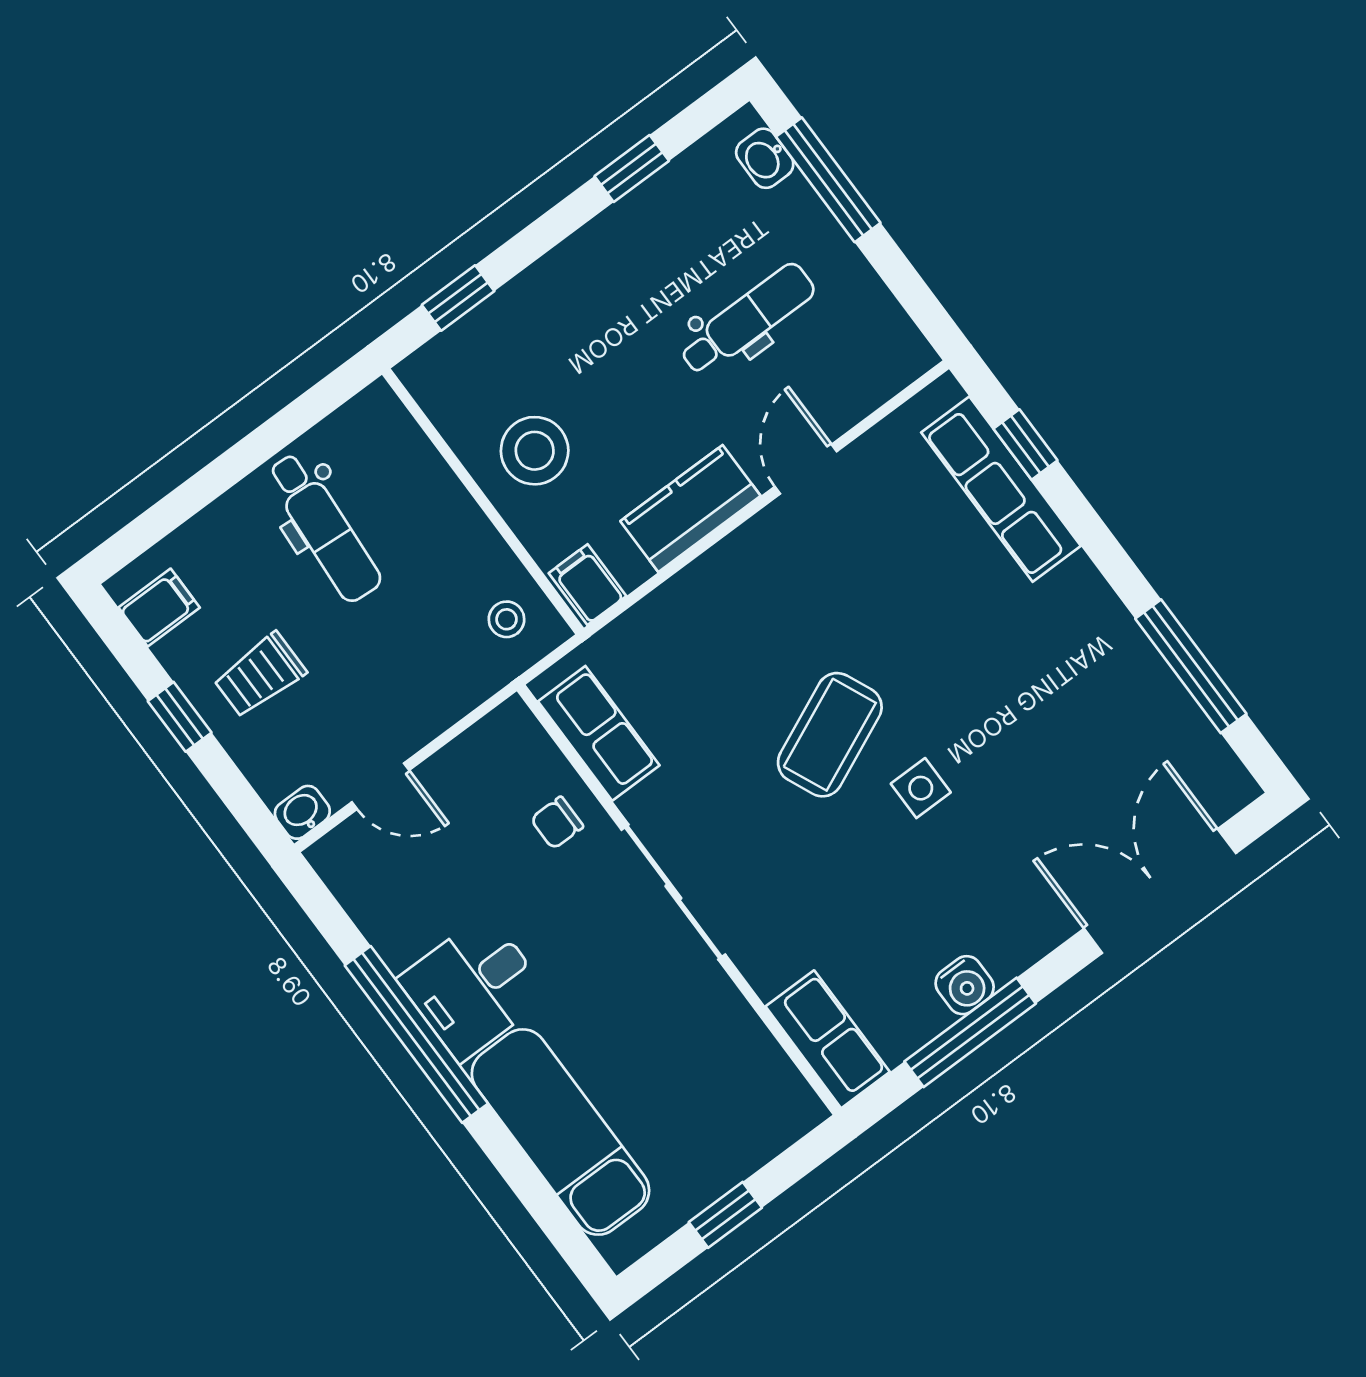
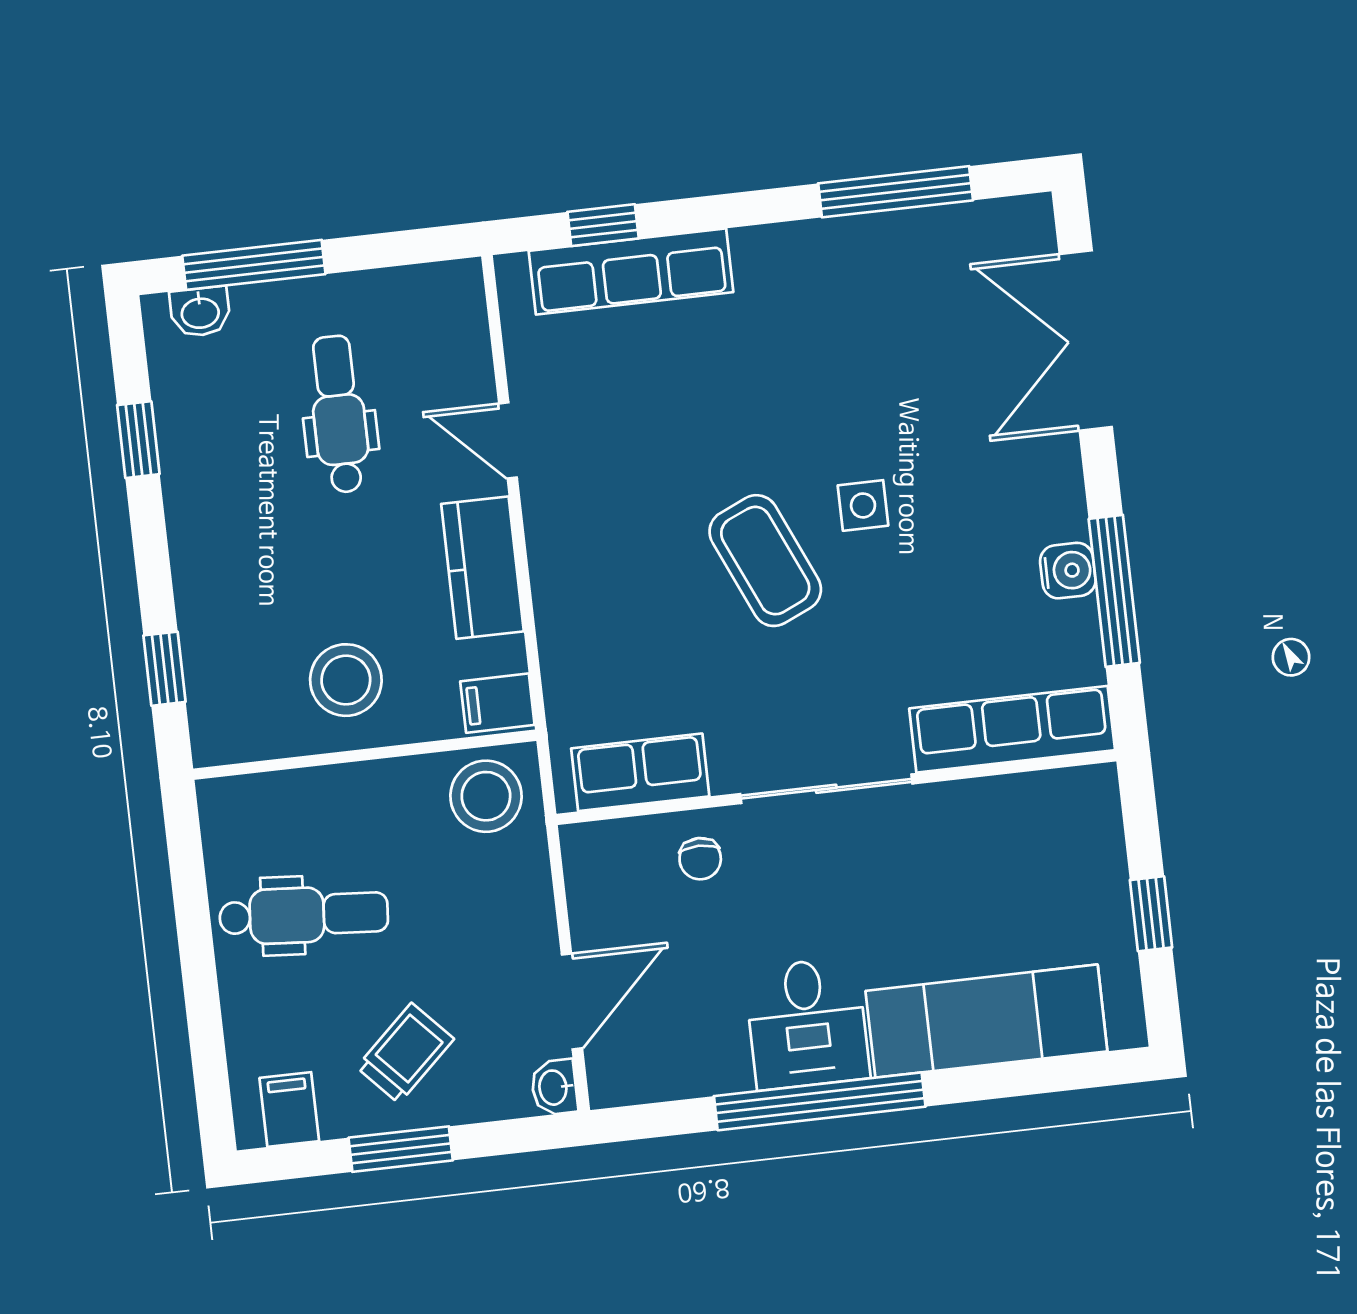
stool: (507, 619) -> (486, 796), width x1.89, depth x1.89
trolley: (260, 675) -> (405, 1053), turned -133
window: (180, 717) -> (401, 1149), width x1.50
door: (380, 786) -> (572, 1001), width x1.38
row of seats: (828, 1039) -> (1012, 729), width x1.48

